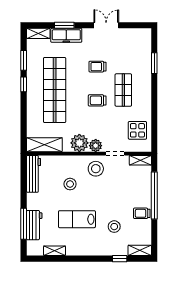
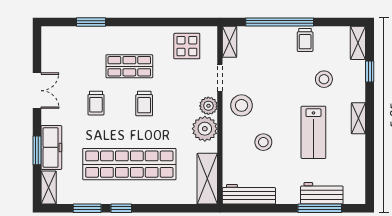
double door: (106, 25) -> (37, 91), swing flipped
shelving: (55, 251) -> (358, 118), moved

